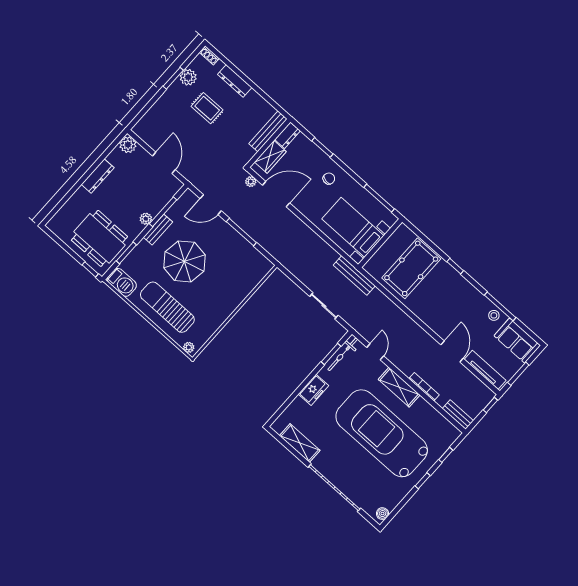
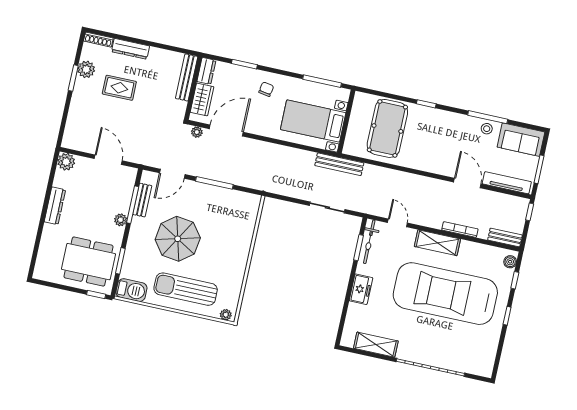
shoe rack: (209, 55) -> (98, 40), width x1.43
bench: (158, 230) -> (142, 200), moved
boiler: (382, 514) -> (510, 262), moved

